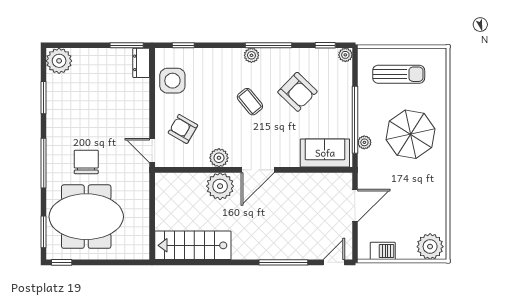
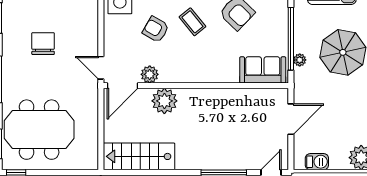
armchair: (183, 129) -> (156, 29), moved
plant: (219, 158) -> (150, 74), moved
chair: (86, 162) -> (43, 44), moved
door: (258, 170) -> (123, 86), moved

